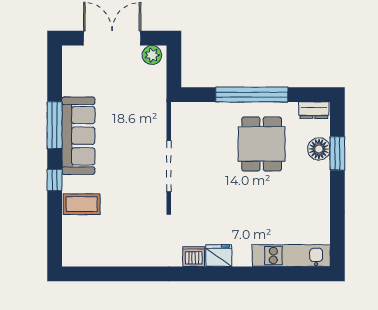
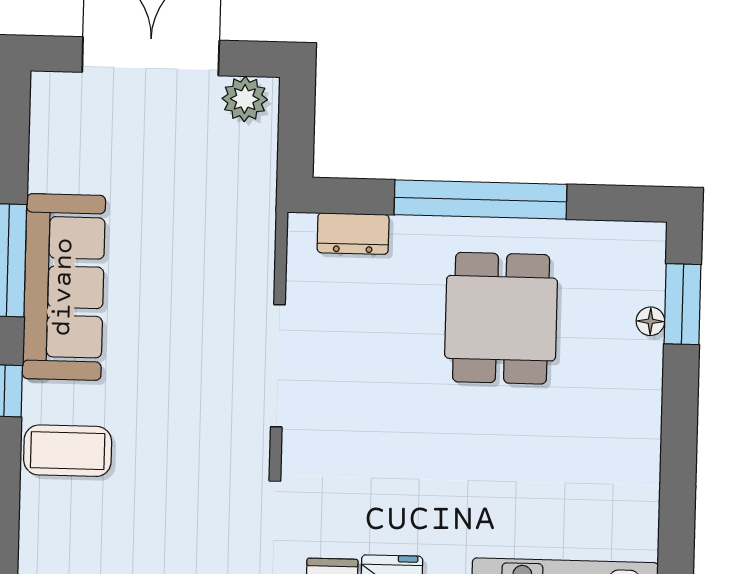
dresser: (314, 110) -> (353, 234), moved
floor lamp: (319, 149) -> (650, 321), width x0.53, depth x0.53
window: (337, 153) -> (683, 304), moved

